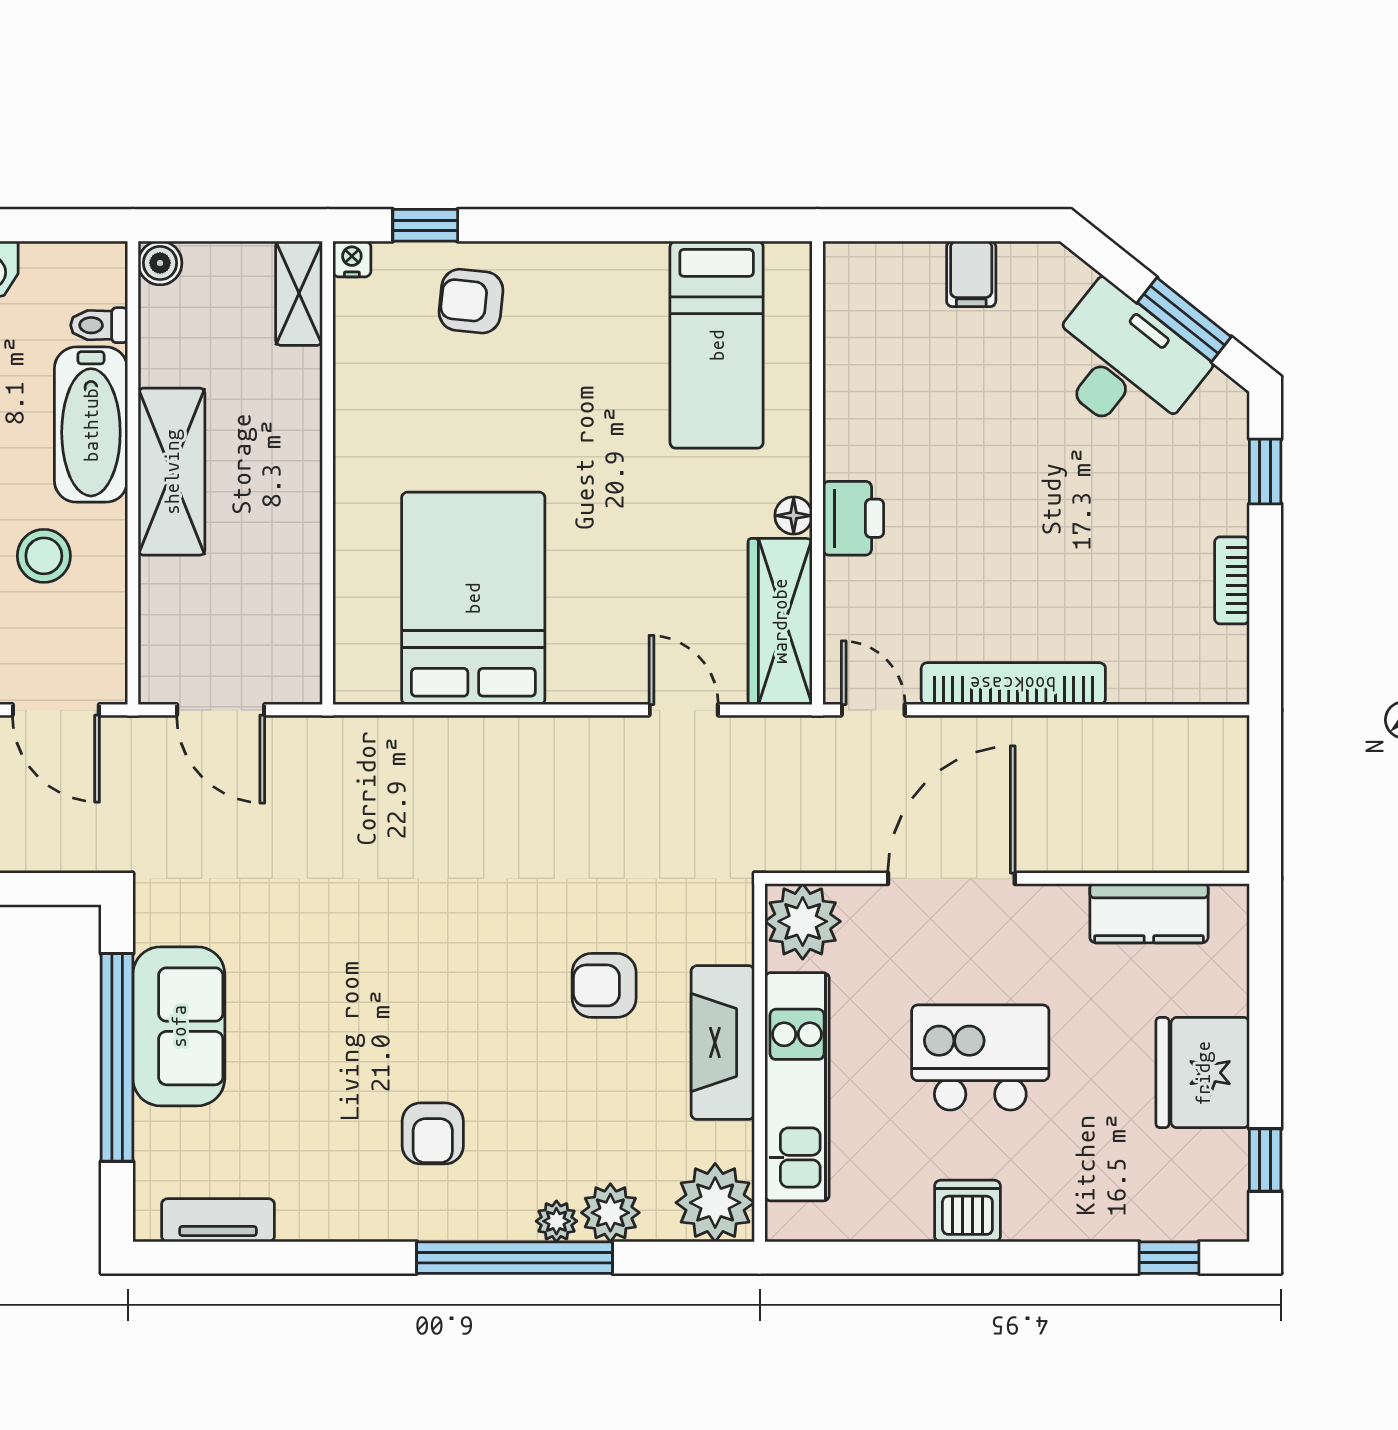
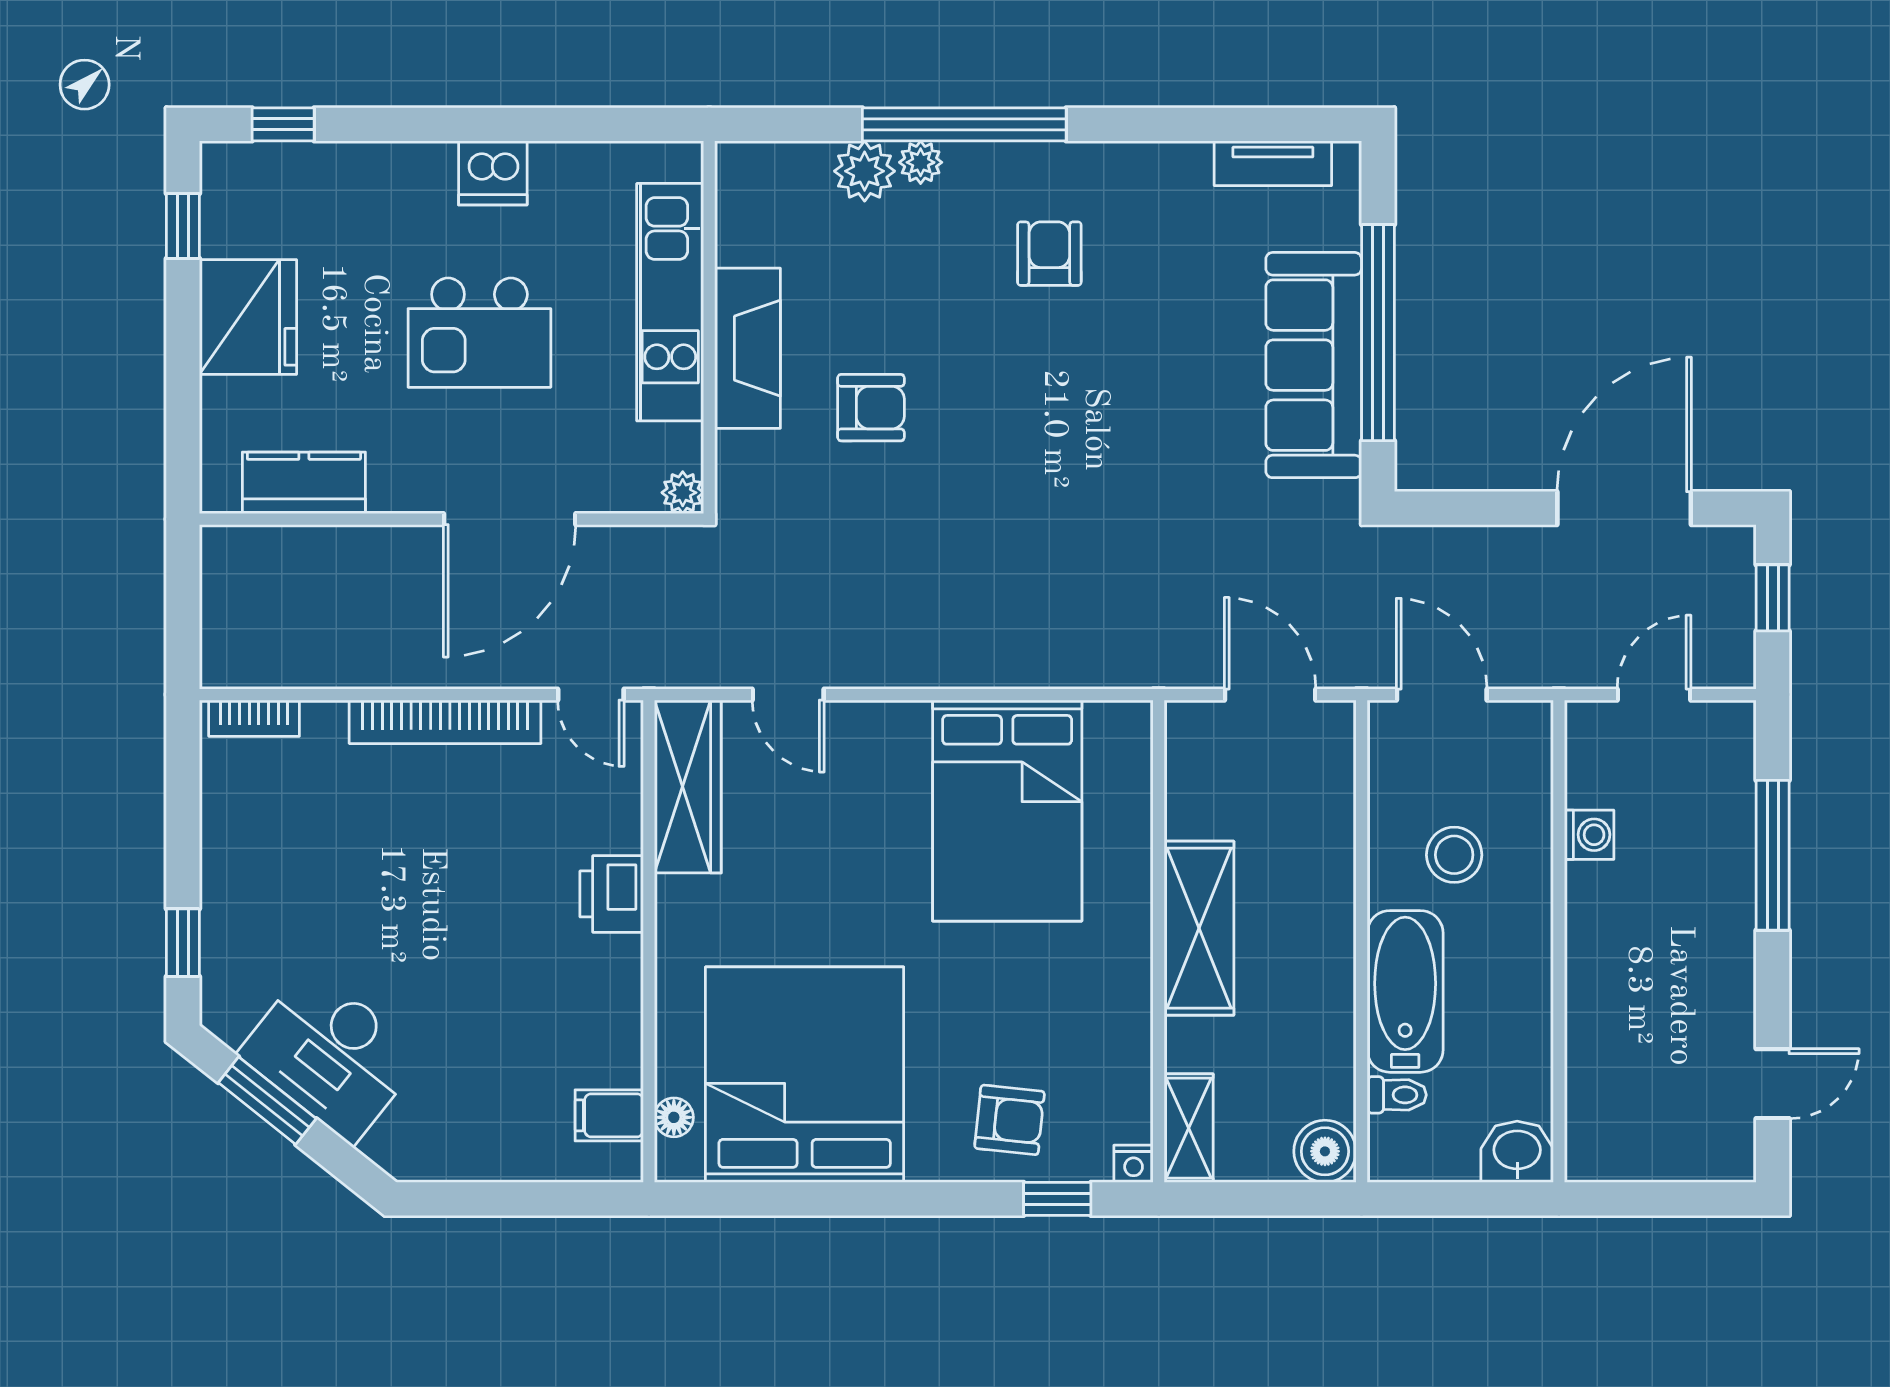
boiler: (160, 263) -> (1325, 1151), width x1.36, depth x1.36
filing cabinet: (971, 274) -> (609, 1115), moved, turned -90
bed: (717, 345) -> (805, 1075), width x2.04
shelving: (172, 472) -> (1199, 928), moved
floor lamp: (794, 516) -> (674, 1117), moved
bookcase: (1232, 580) -> (254, 718), moved, turned 90
plant: (803, 921) -> (683, 493), width x0.53, depth x0.53
sofa: (179, 1026) -> (1314, 365), width x1.36
plant: (715, 1203) -> (756, 182), removed

